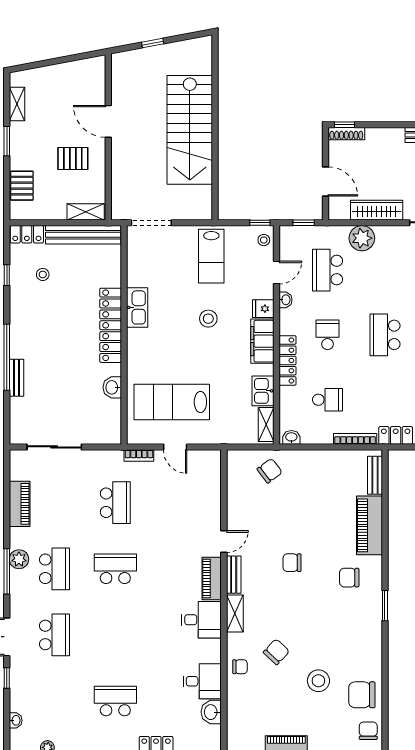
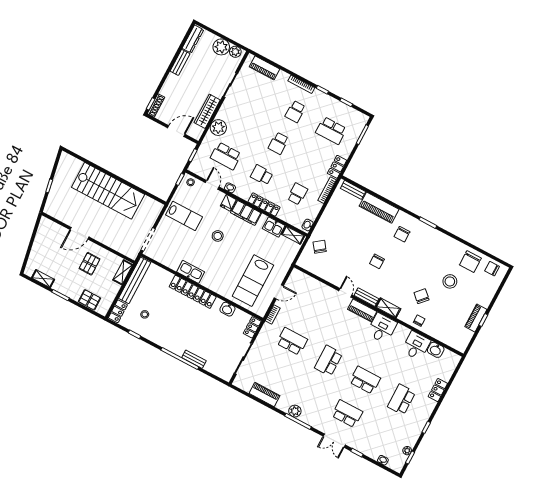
school desk: (385, 335) -> (278, 143), width x0.54
locker: (105, 436) -> (252, 327), added
school desk: (55, 569) -> (365, 380), moved

